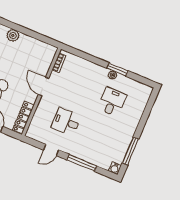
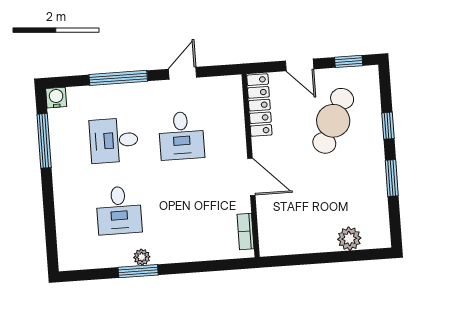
desk: (66, 122) -> (181, 136), turned 90
desk: (98, 135) -> (114, 140), added

